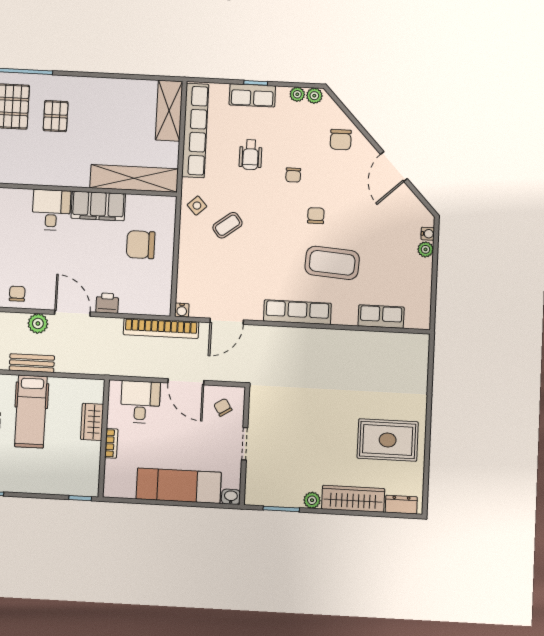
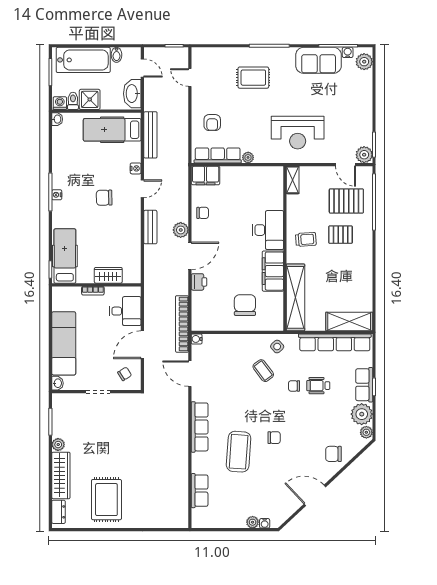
plant: (297, 94) -> (362, 414), width x1.88, depth x1.88
trolley: (59, 161) -> (306, 239), added
chair: (293, 175) -> (294, 386), moved
desk: (51, 210) -> (268, 230), width x1.37
hospital bed: (31, 412) -> (65, 256), moved, turned 90

